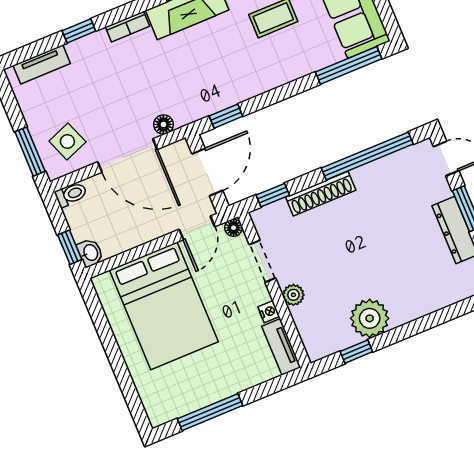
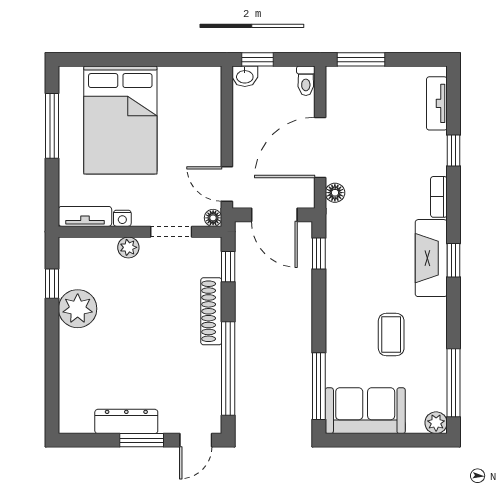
side table: (67, 142) -> (356, 98), removed
bed: (164, 306) -> (120, 120), moved, turned -90

